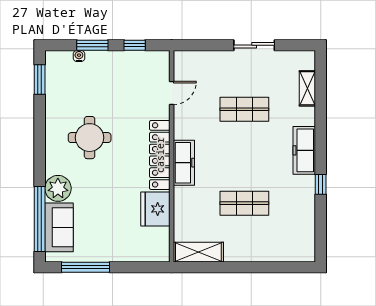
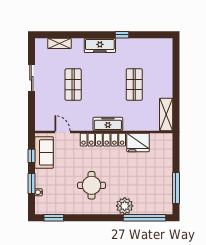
sofa: (59, 227) -> (44, 152), moved, turned 90

